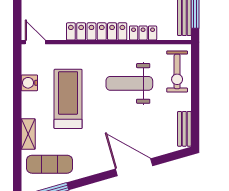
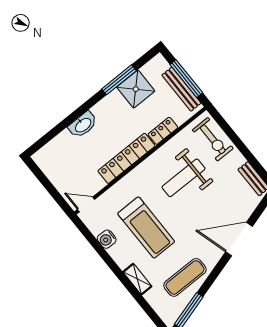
treadmill: (68, 99) -> (146, 228), turned 180
exercise mat: (50, 164) -> (185, 277), moved

